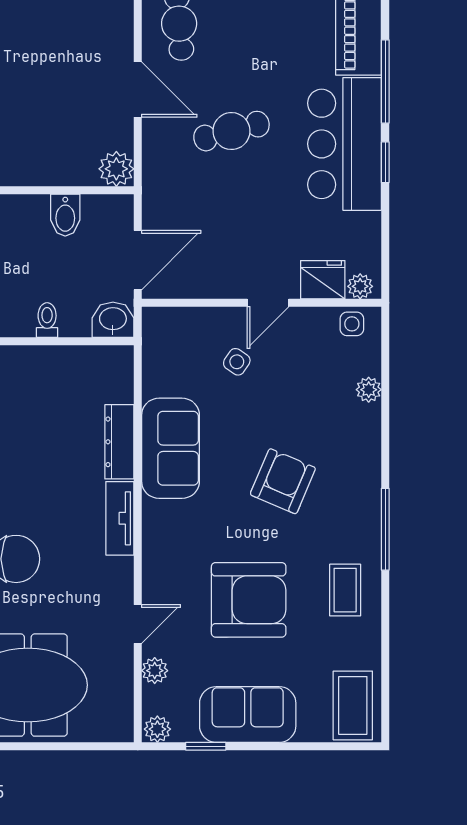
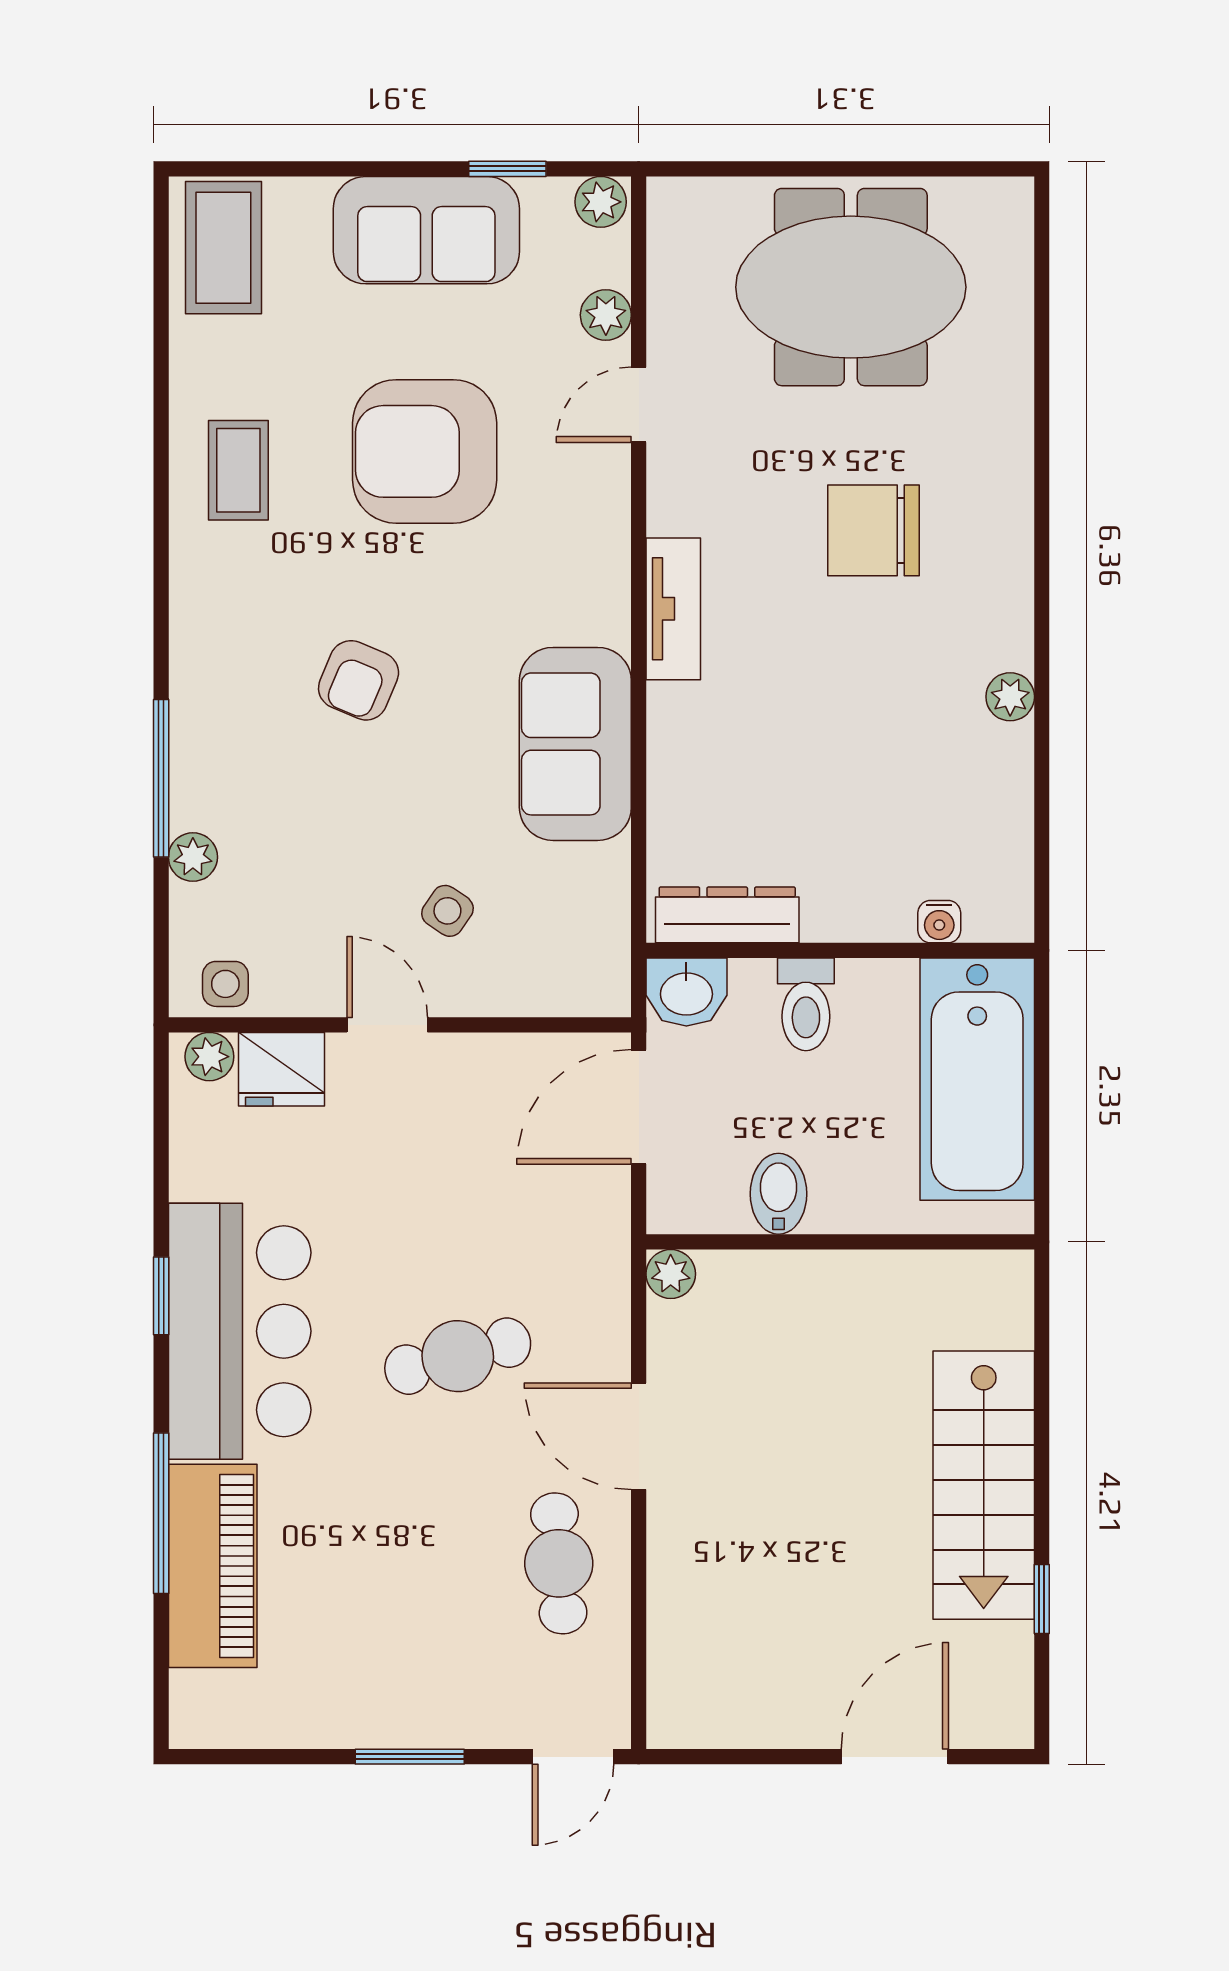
window: (385, 81) -> (161, 1513), moved
plant: (116, 169) -> (671, 1274), width x0.73, depth x0.73
door: (268, 303) -> (387, 1025), hinge flipped
toilet: (47, 320) -> (806, 1004), width x1.37, depth x1.39
dresser: (119, 442) -> (727, 915), moved, turned -90
armchair: (283, 481) -> (359, 680), width x0.72, depth x0.72
window: (385, 529) -> (161, 778), moved

